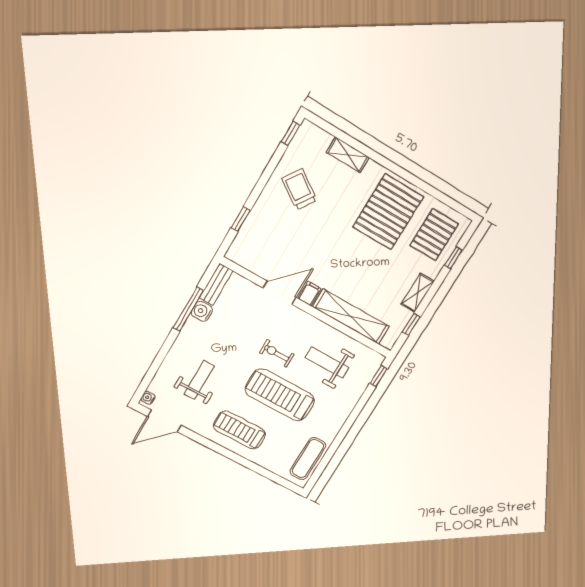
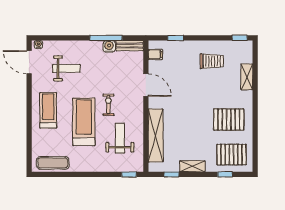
trolley: (299, 189) -> (212, 61), turned 56
pallet: (388, 212) -> (229, 120), width x0.73, depth x0.71
filing cabinet: (310, 294) -> (155, 54), moved

